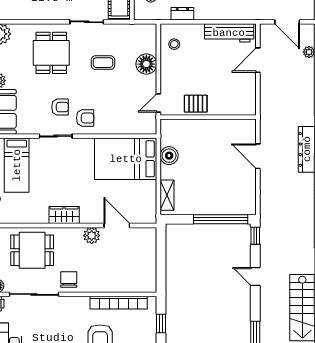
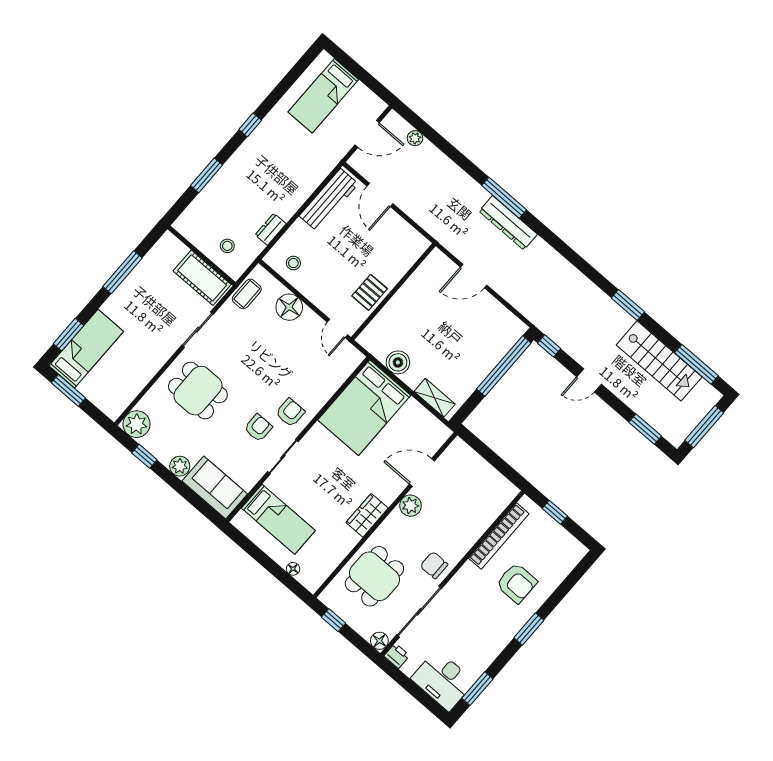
coffee table: (103, 63) -> (247, 294), moved

